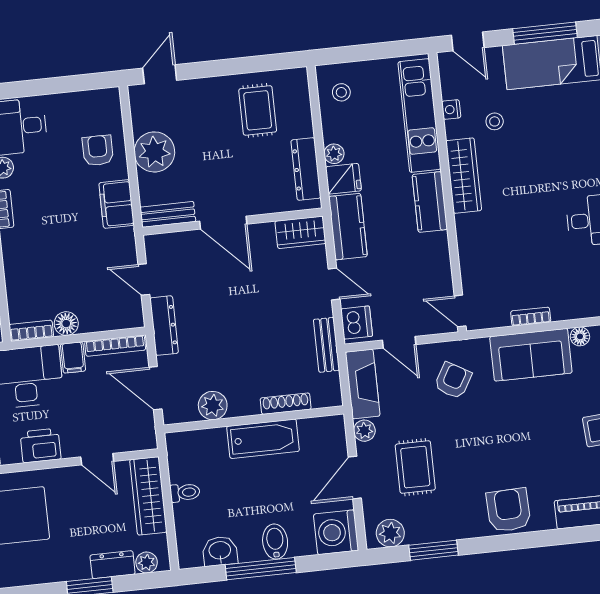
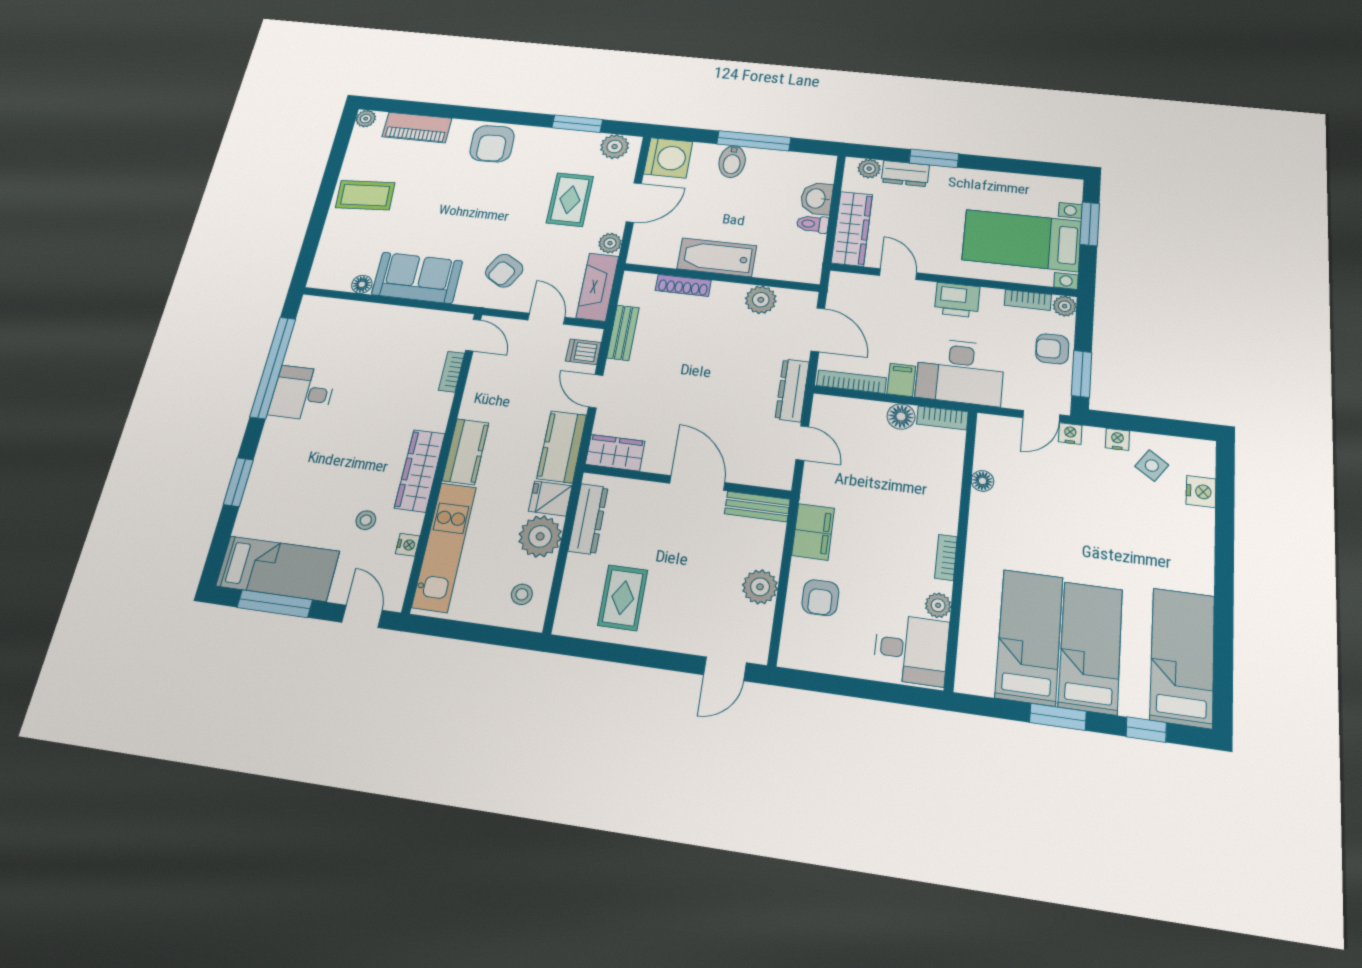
plant: (154, 152) -> (760, 587), width x0.73, depth x0.73
plant: (334, 154) -> (540, 536), width x1.88, depth x1.88
bookcase: (531, 317) -> (452, 372), moved, turned 90
dishwasher: (357, 323) -> (583, 352), width x0.73
washbasin: (220, 551) -> (816, 198), moved, turned 90

